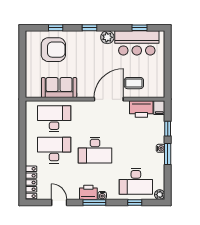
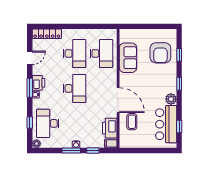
desk: (95, 150) -> (75, 88), turned 180

